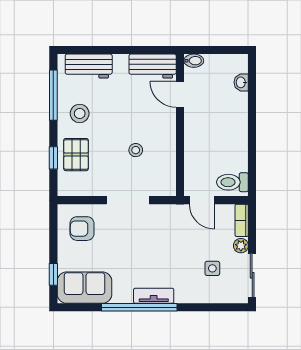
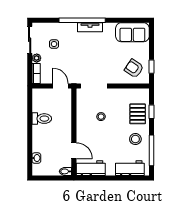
toilet: (232, 182) -> (42, 119), moved
doorway: (128, 200) -> (94, 86), moved
armchair: (82, 229) -> (134, 68), turned -146
window: (53, 274) -> (152, 67), moved
window: (139, 307) -> (82, 20), moved

